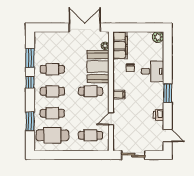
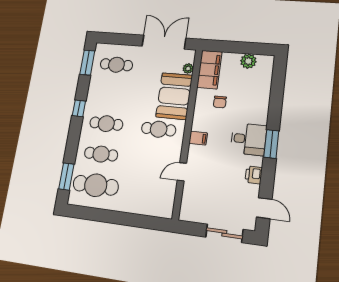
plant: (158, 37) -> (248, 61), moved
window: (30, 58) -> (87, 63), moved
cafe table: (52, 69) -> (116, 65), moved
desk: (152, 71) -> (248, 139), moved
window: (30, 121) -> (66, 177), moved
cafe table: (91, 135) -> (149, 192), removed
sliding door: (133, 155) -> (224, 233), moved

